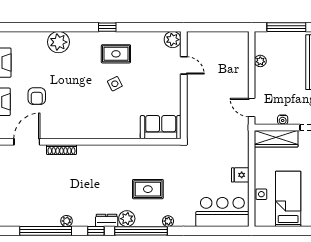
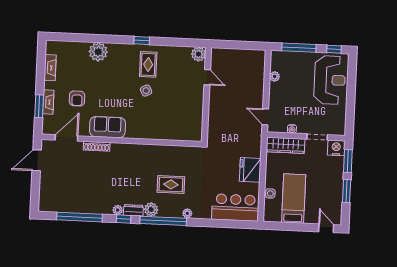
rug: (116, 54) -> (148, 64), turned 90
sofa: (161, 127) -> (107, 127), moved
fridge: (240, 175) -> (250, 170), width x1.88, depth x1.34
plant: (67, 221) -> (118, 210), moved

